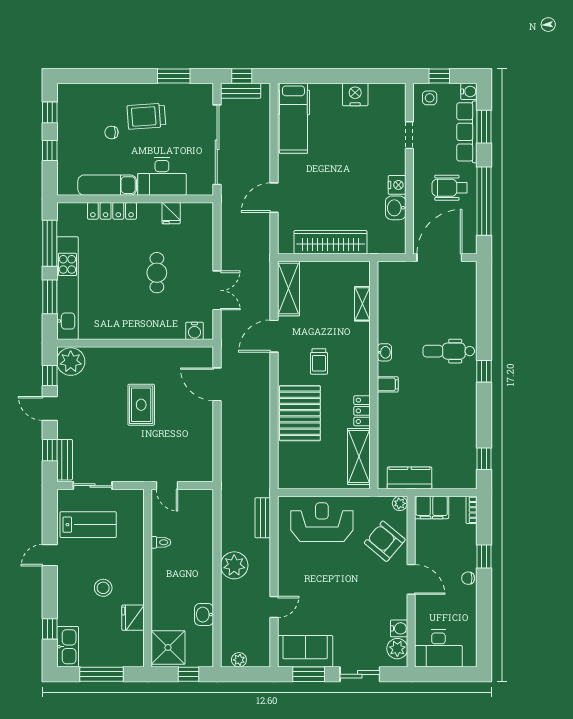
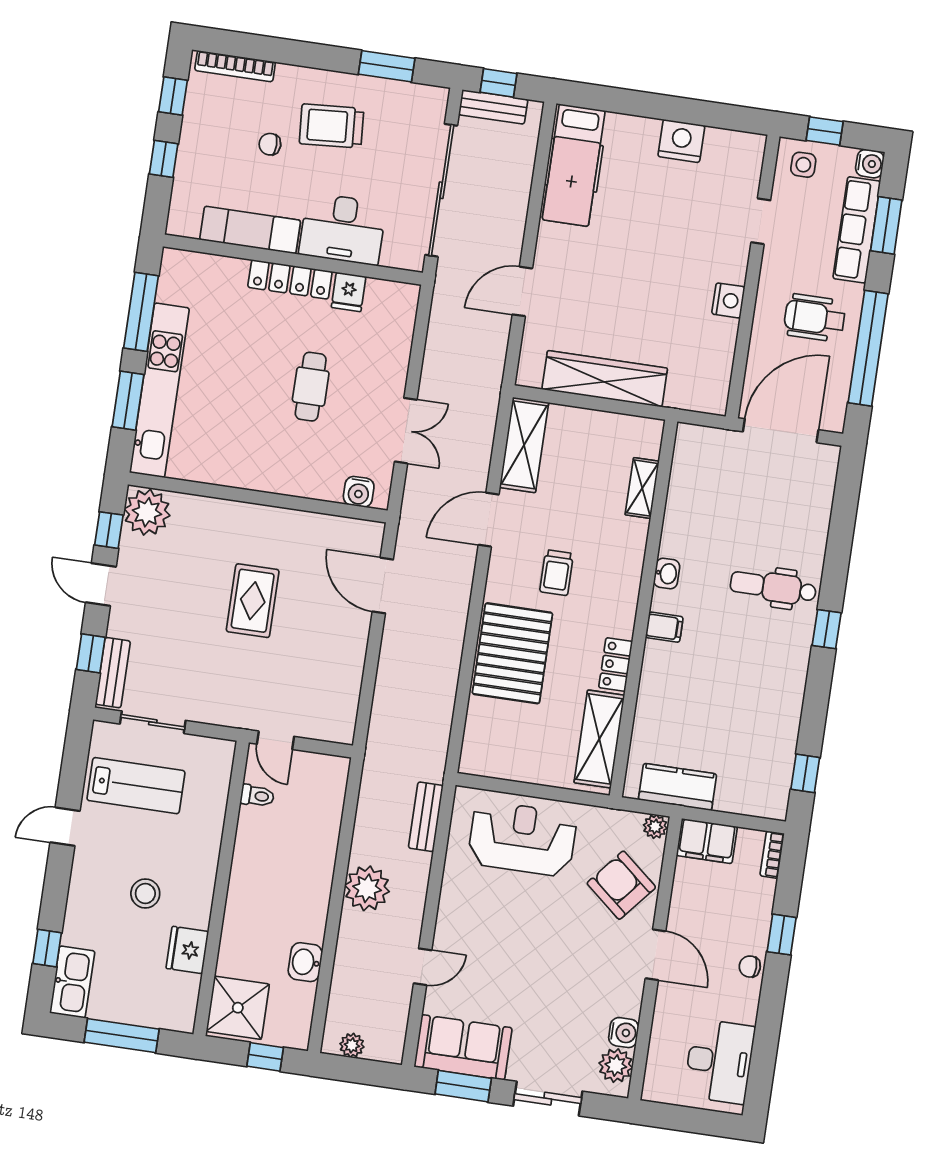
bookcase: (84, 89) -> (235, 66), added
washbasin: (396, 208) -> (721, 338), removed
locker: (112, 211) -> (290, 279), moved
toilet: (161, 542) -> (257, 796), moved
desk: (438, 648) -> (719, 1061), moved, turned -90

